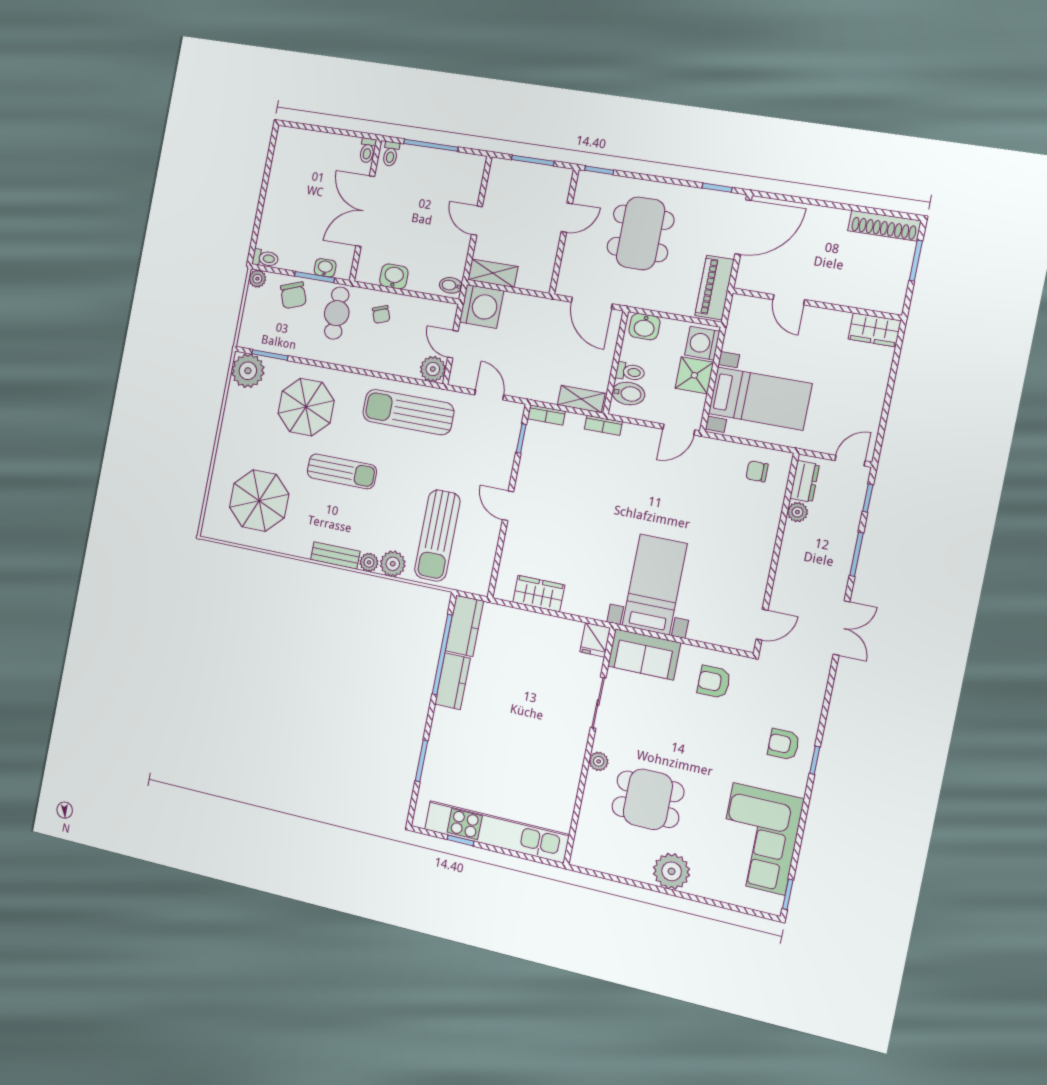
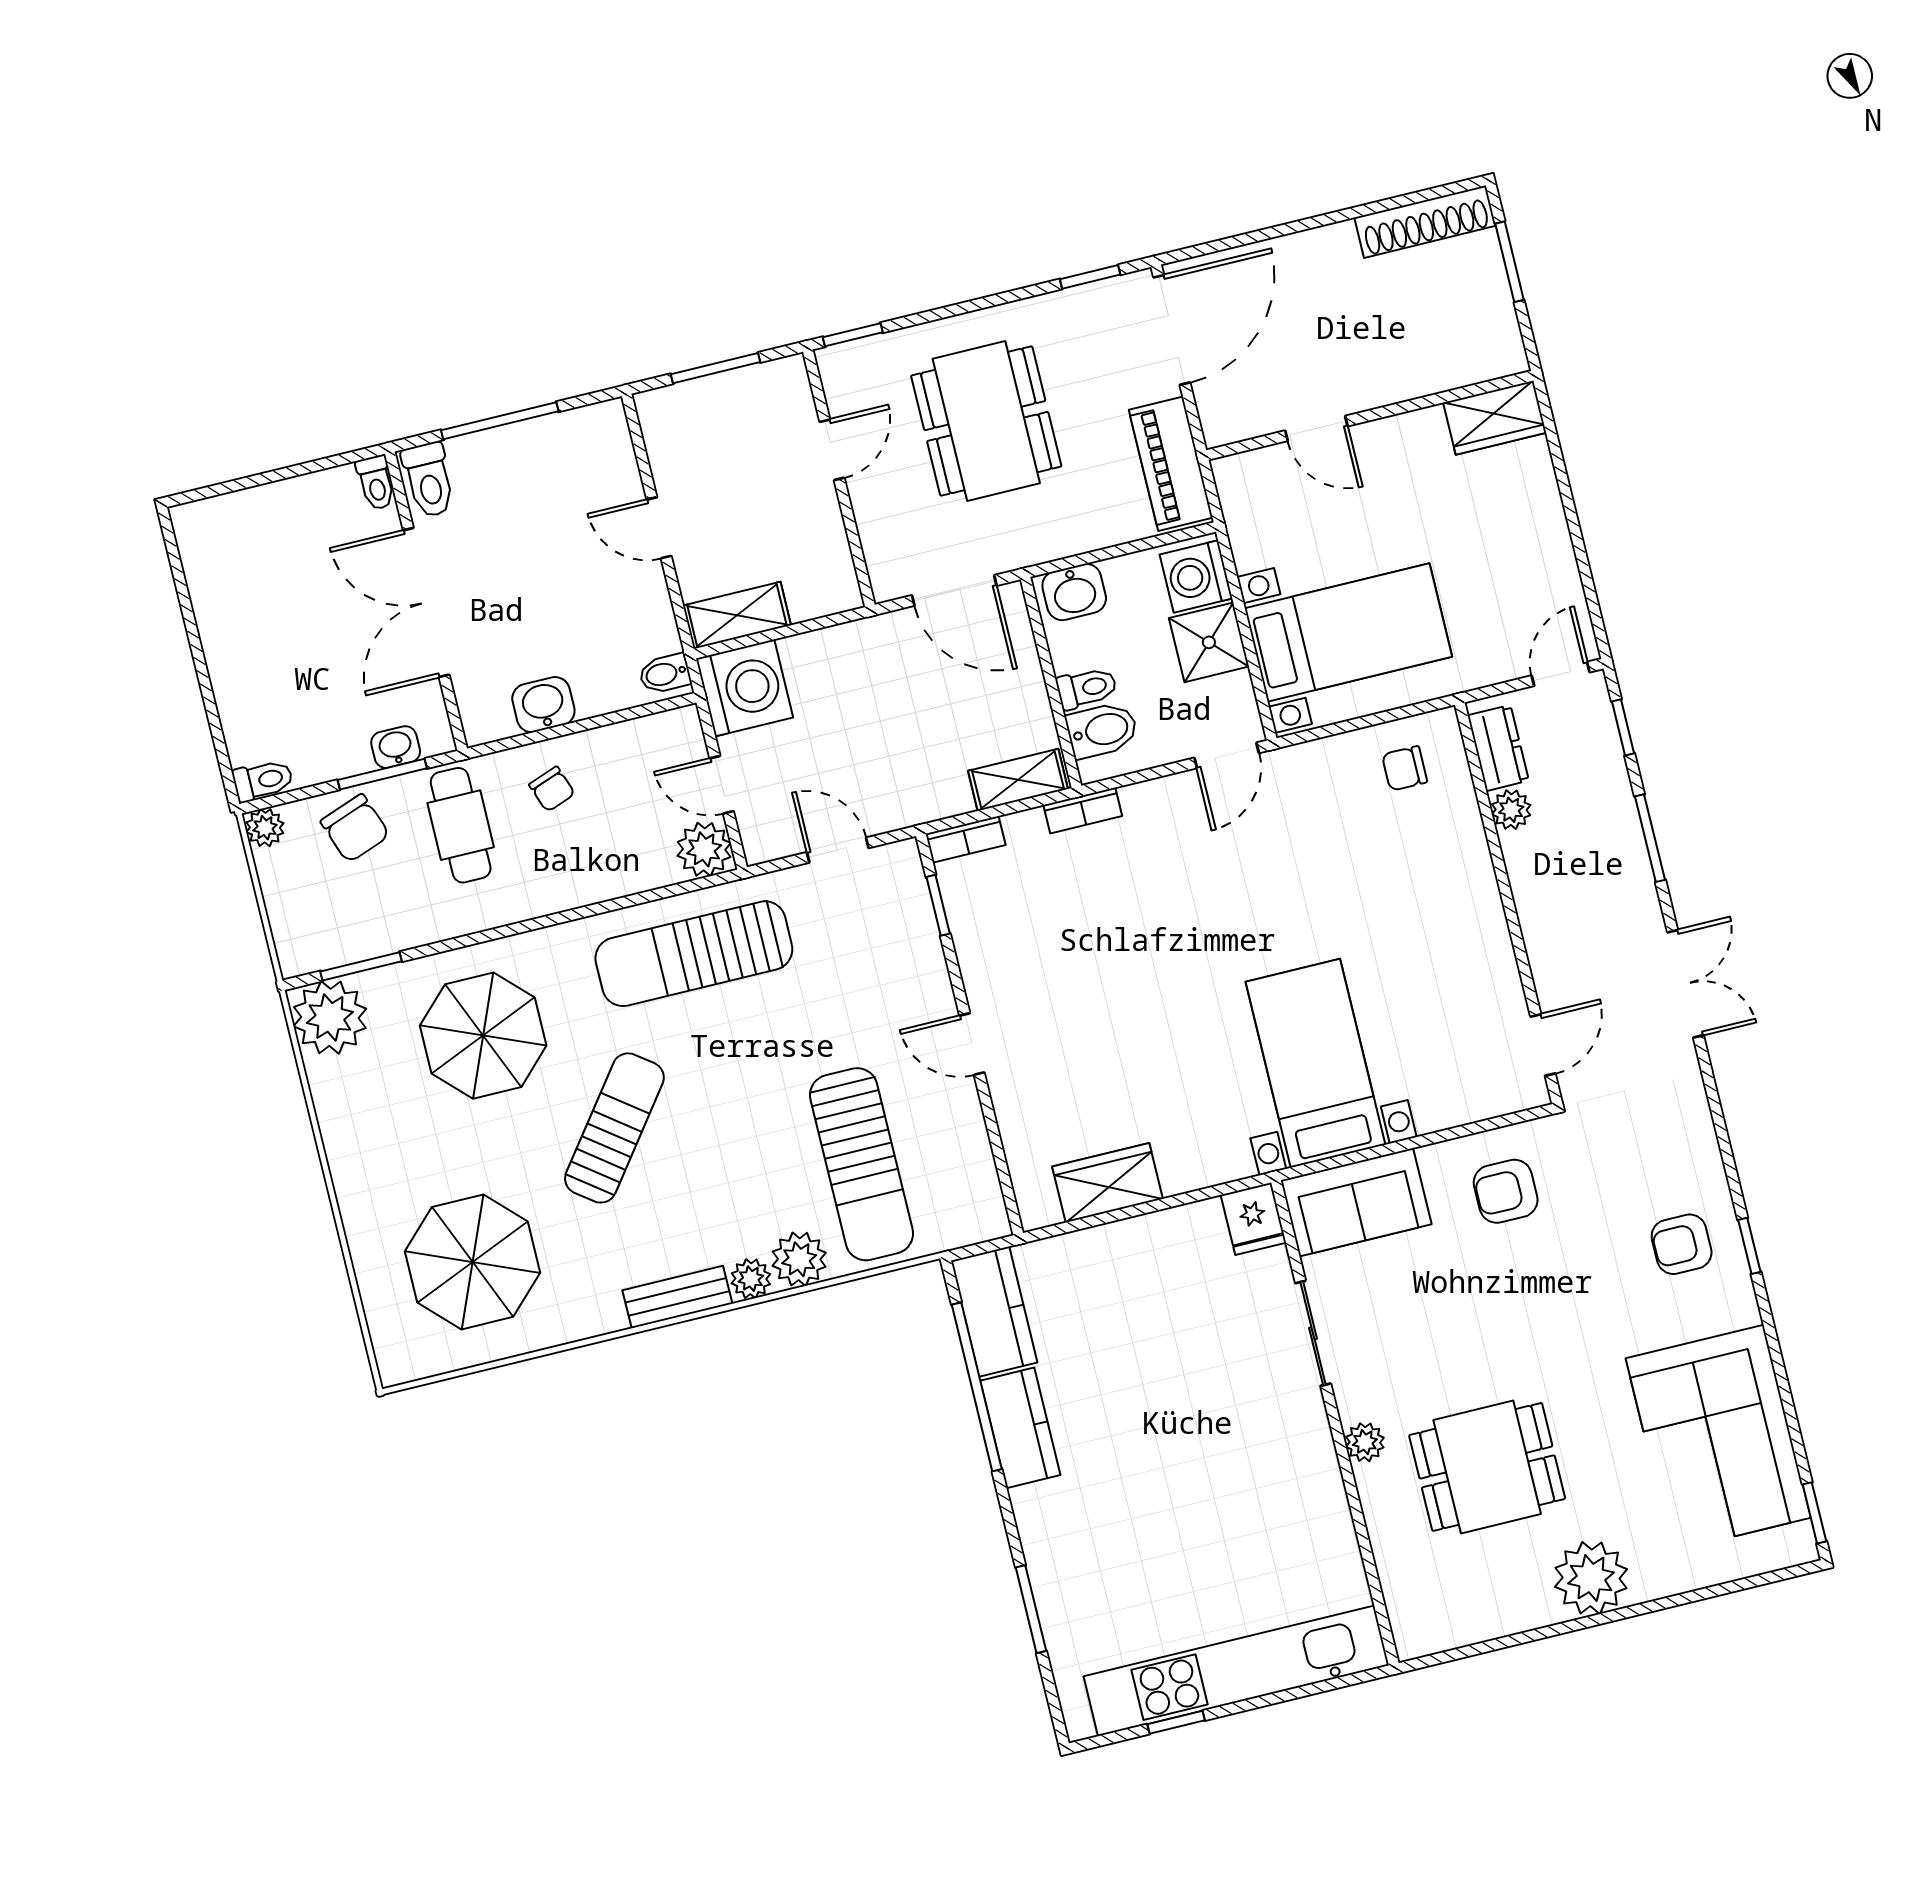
toilet: (391, 154) -> (429, 480), width x1.37, depth x1.39
sun lounger: (342, 471) -> (614, 1128), turned -53

